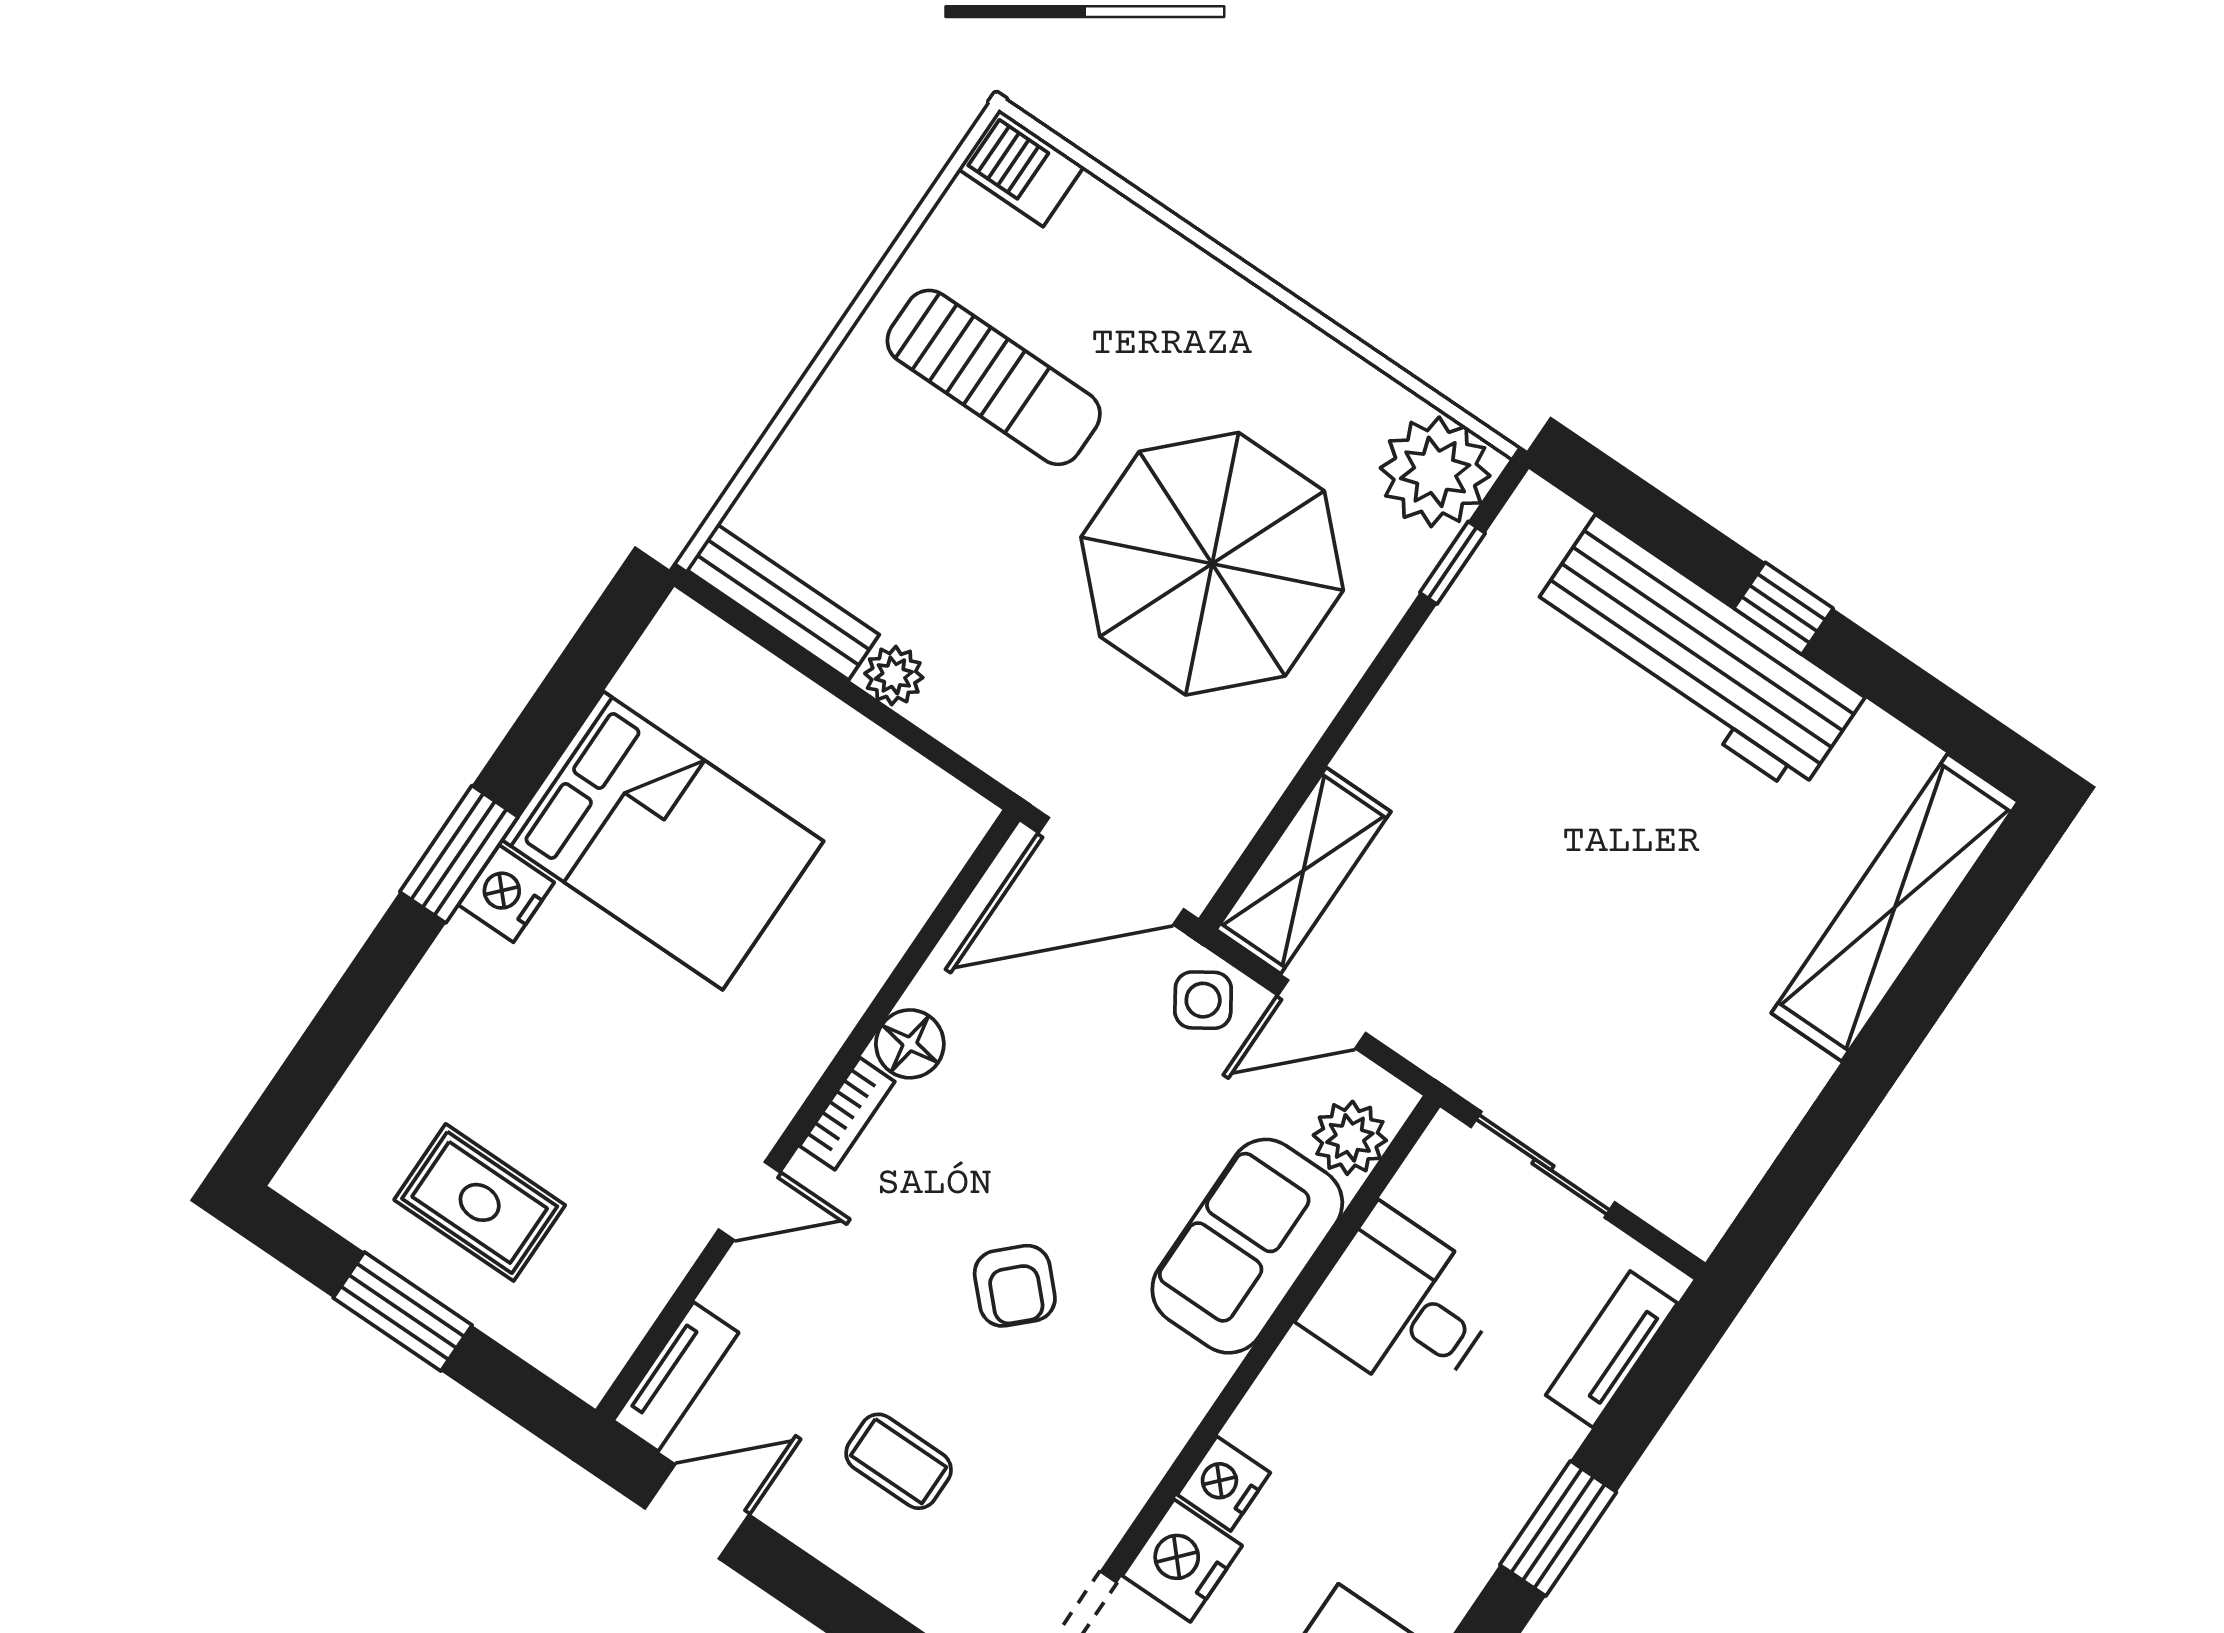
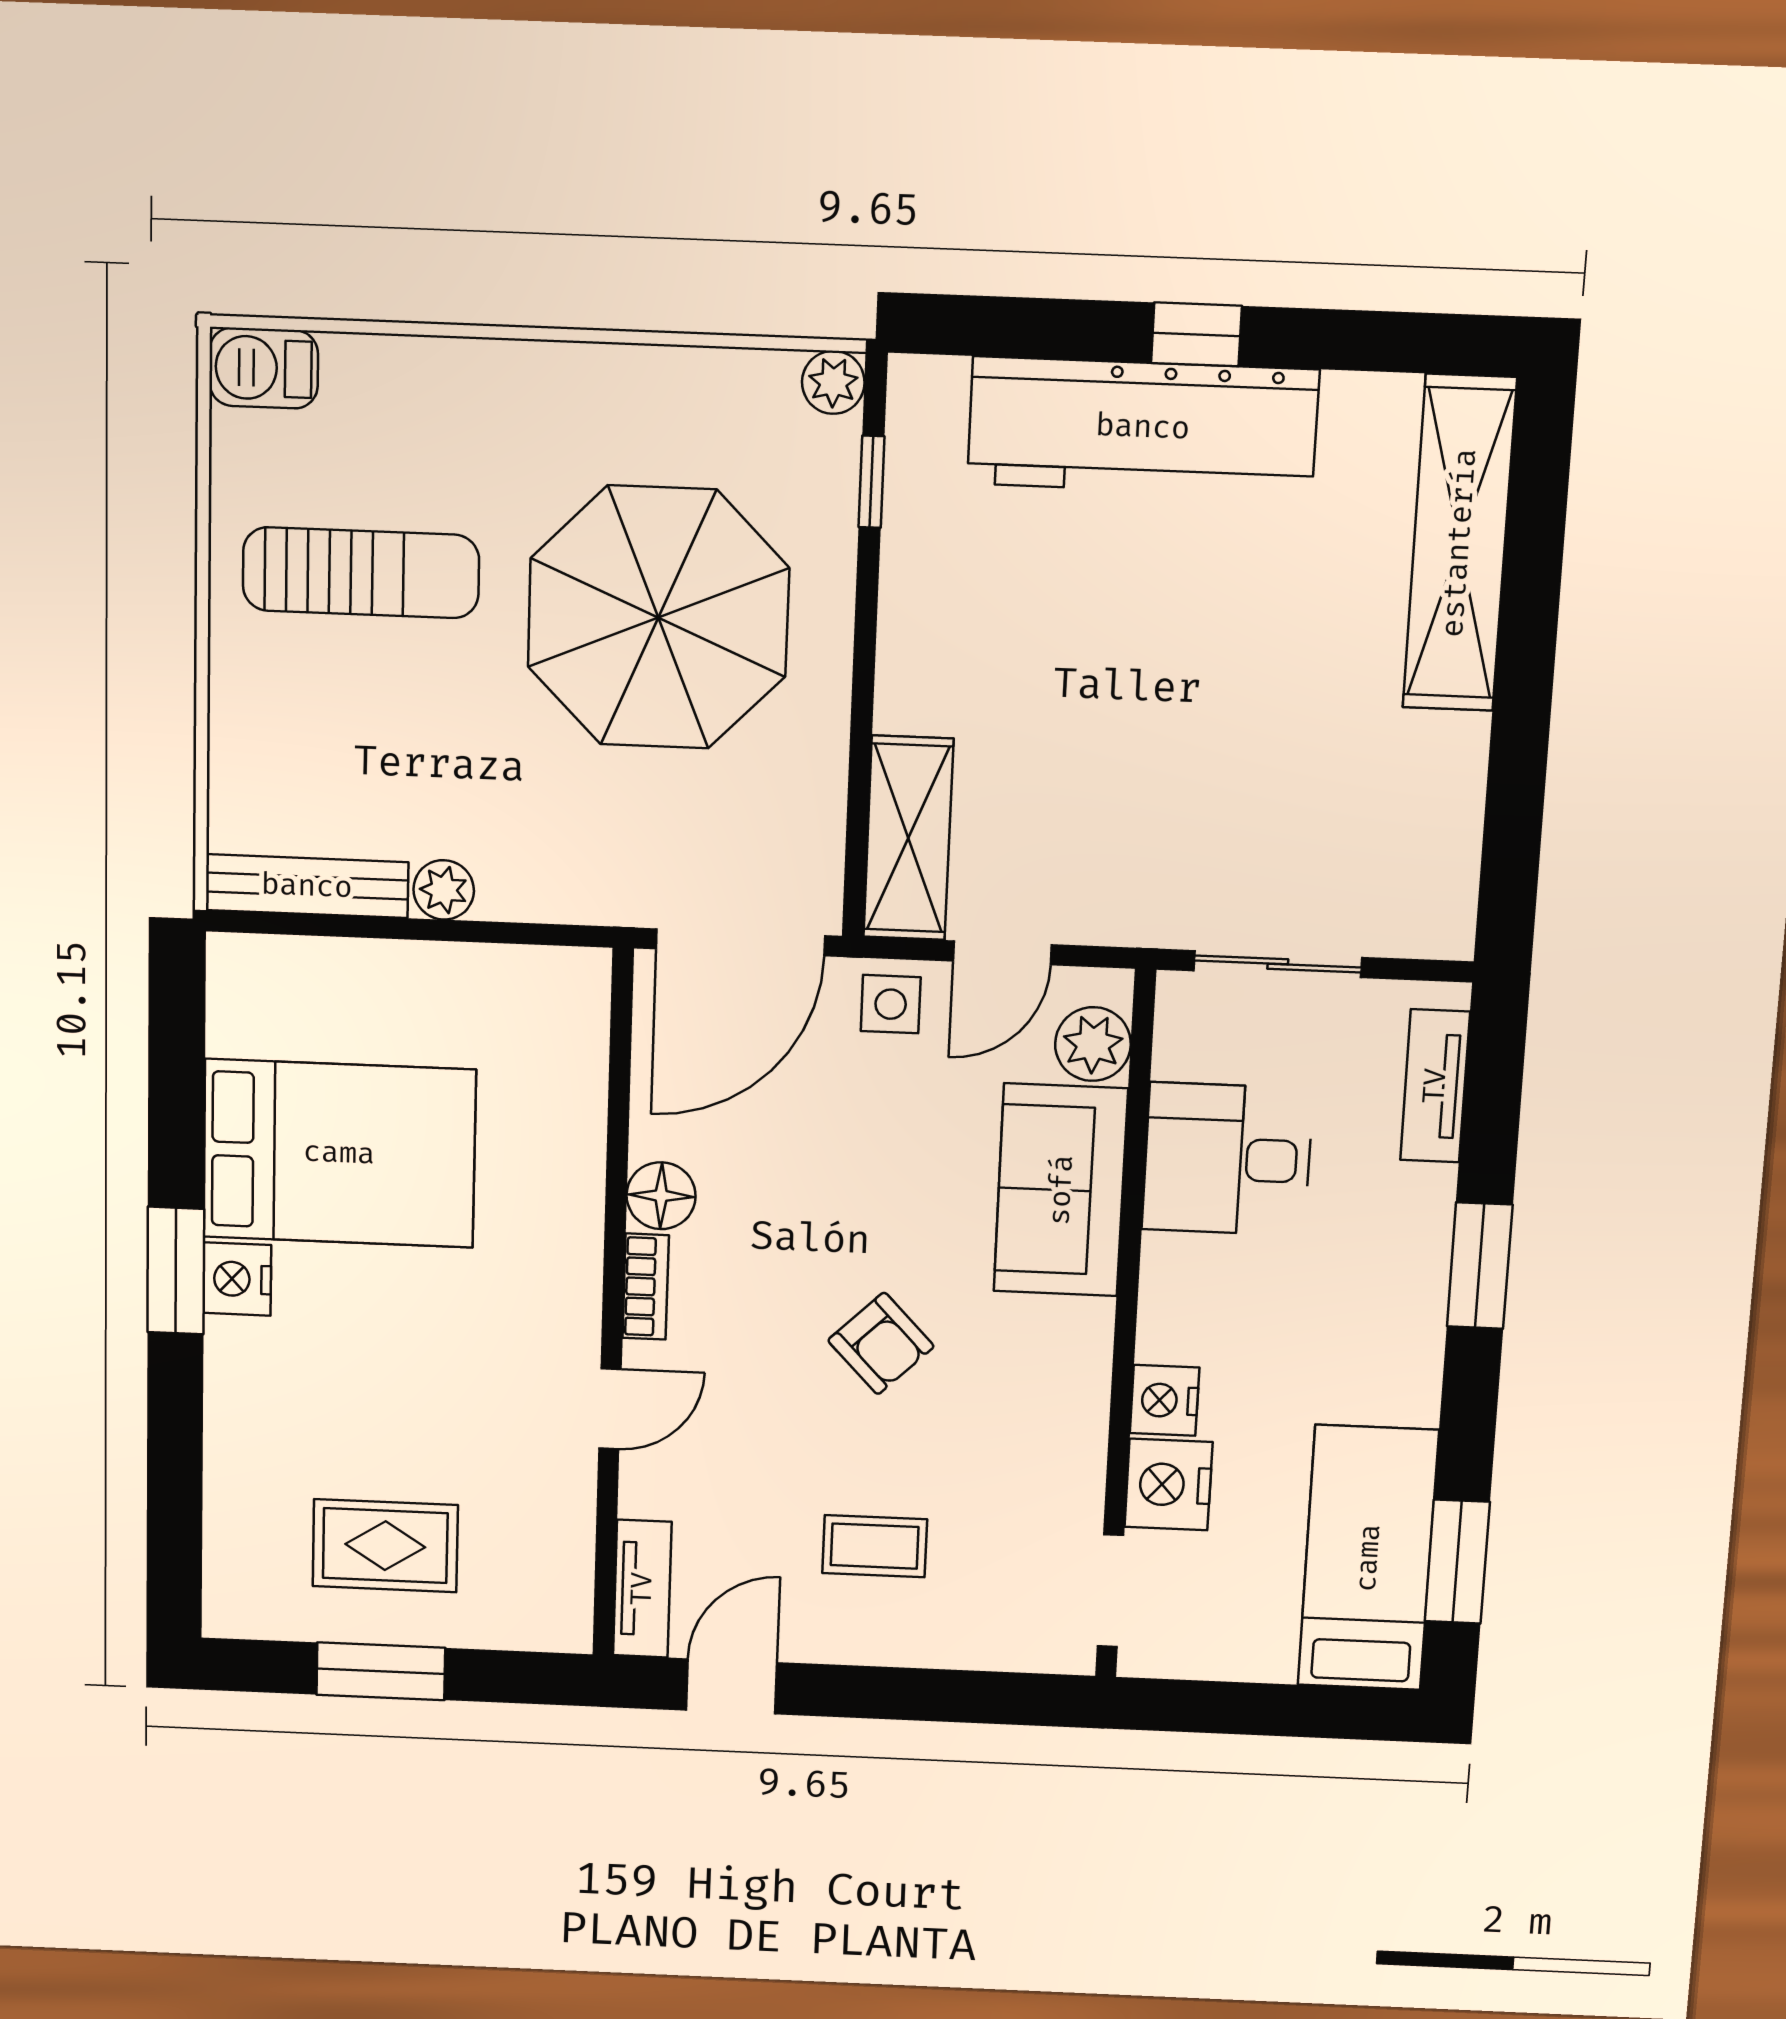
plant: (1435, 472) -> (833, 382), width x0.53, depth x0.53
side table: (1203, 1000) -> (891, 1004), turned 33

